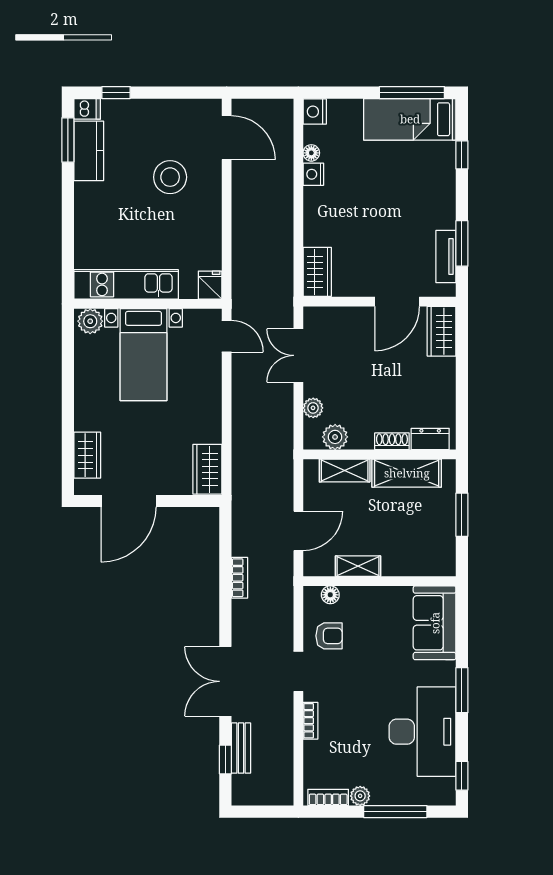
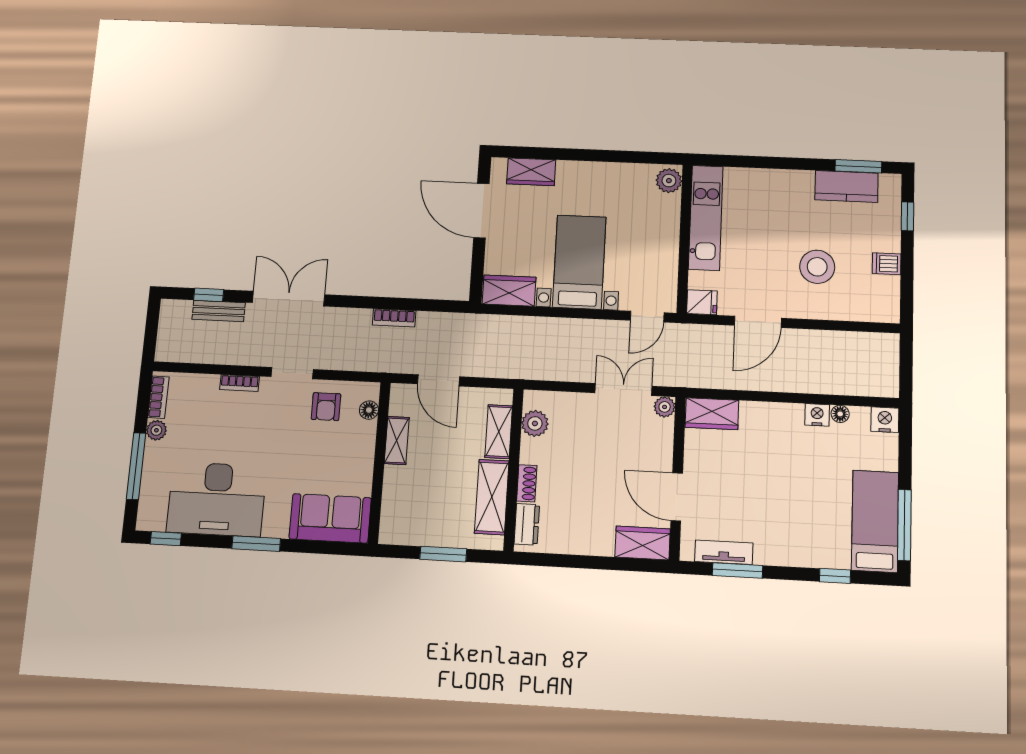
dishwasher: (87, 109) -> (887, 264), moved, turned 90
door: (227, 138) -> (758, 322), moved
bed with nightstands: (144, 355) -> (579, 262), moved, turned 90
plant: (313, 408) -> (665, 407), moved

